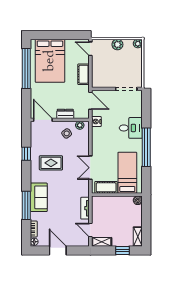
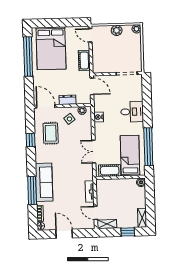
nightstand: (96, 122) -> (99, 117), moved
window: (146, 147) -> (148, 147), moved
rug: (51, 163) -> (51, 133), moved, turned 90
sofa: (39, 197) -> (44, 182), width x1.36

